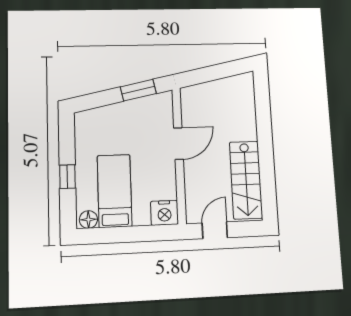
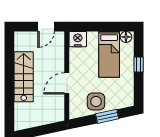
window: (138, 90) -> (107, 116), moved
side table: (133, 118) -> (96, 101), added
stairs: (246, 180) -> (24, 77), moved

